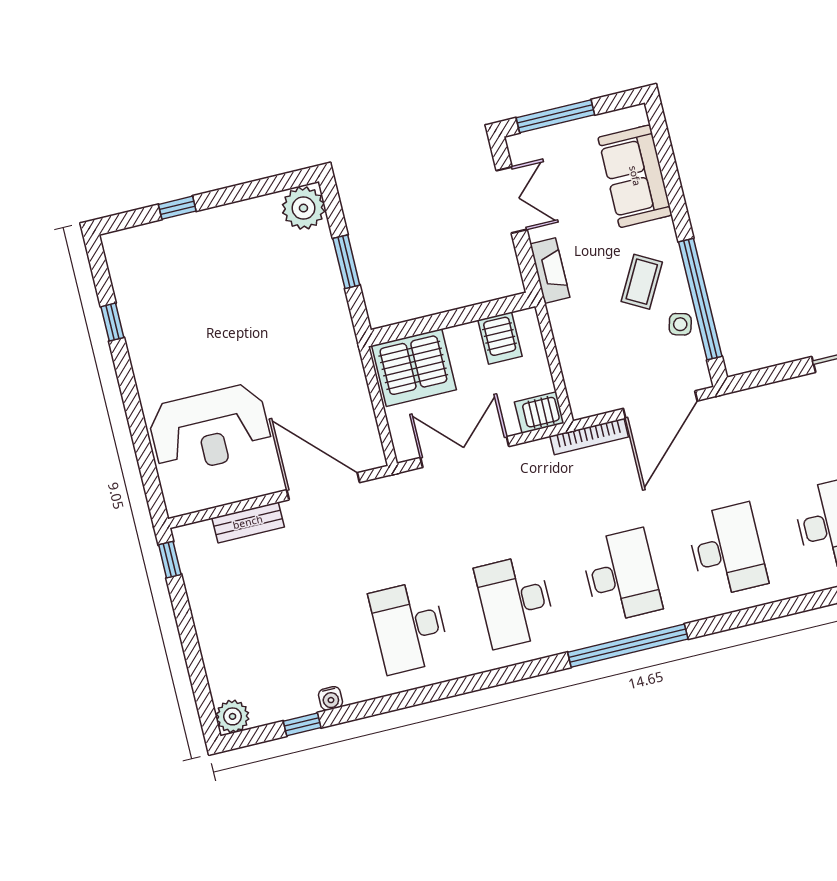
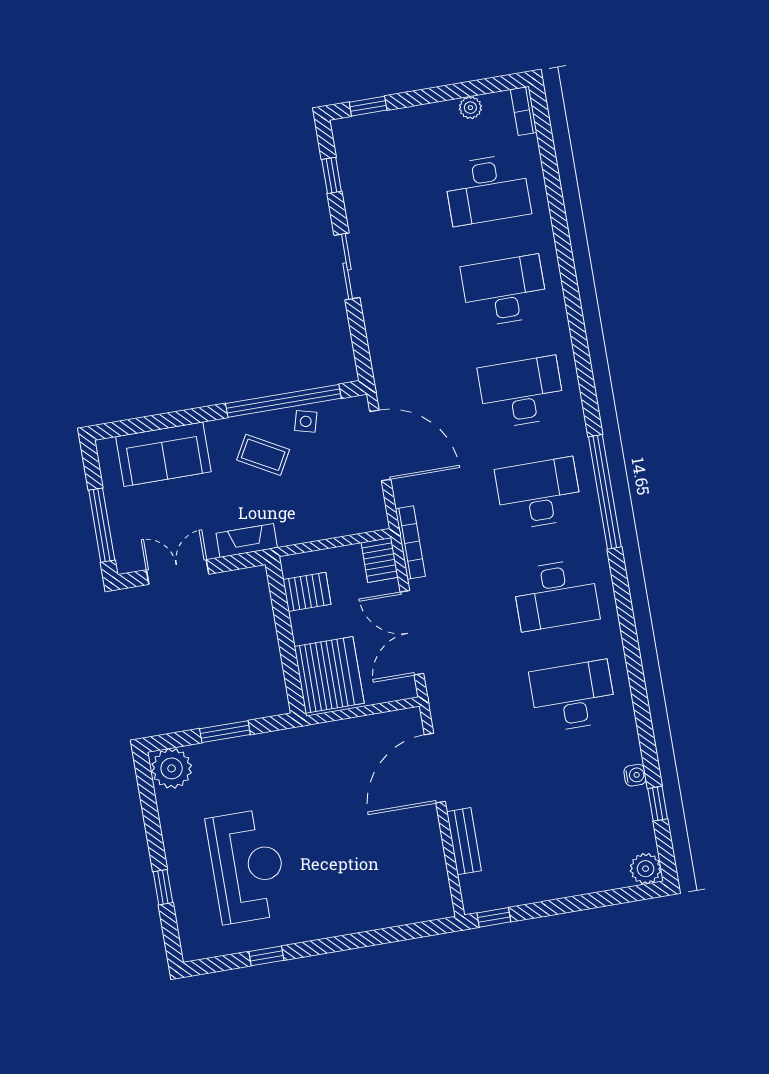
reception desk: (210, 429) -> (247, 866), moved
bookcase: (589, 437) -> (410, 543), moved
desk: (409, 627) -> (573, 696), turned 180

